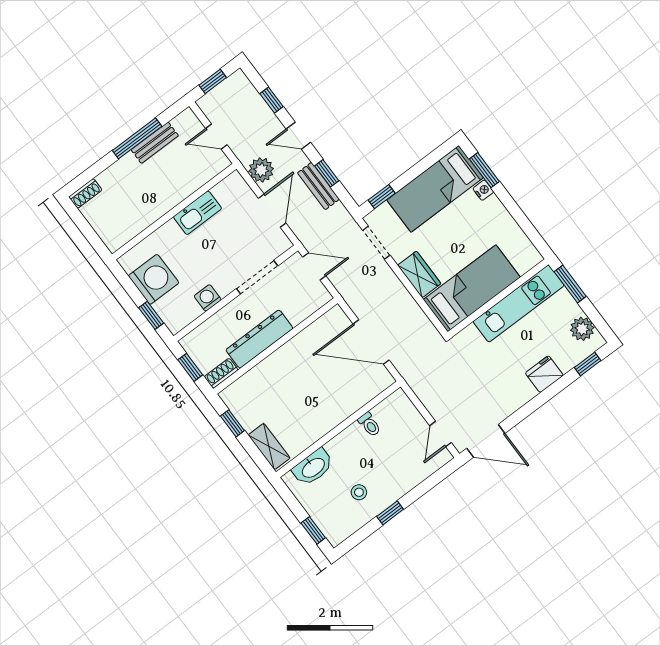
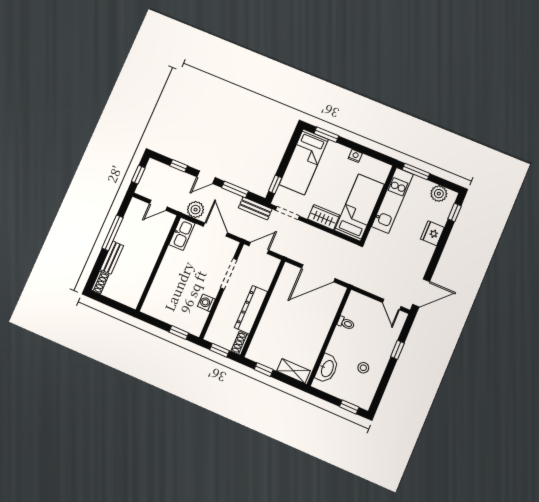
bench: (155, 143) -> (112, 258), moved
window: (327, 173) -> (235, 189), width x1.50
bench: (318, 186) -> (255, 208), moved
nightstand: (483, 190) -> (355, 156), moved
kitchen sink: (197, 213) -> (182, 234), moved
washing machine: (154, 279) -> (168, 310), removed
window: (390, 513) -> (397, 350), moved

